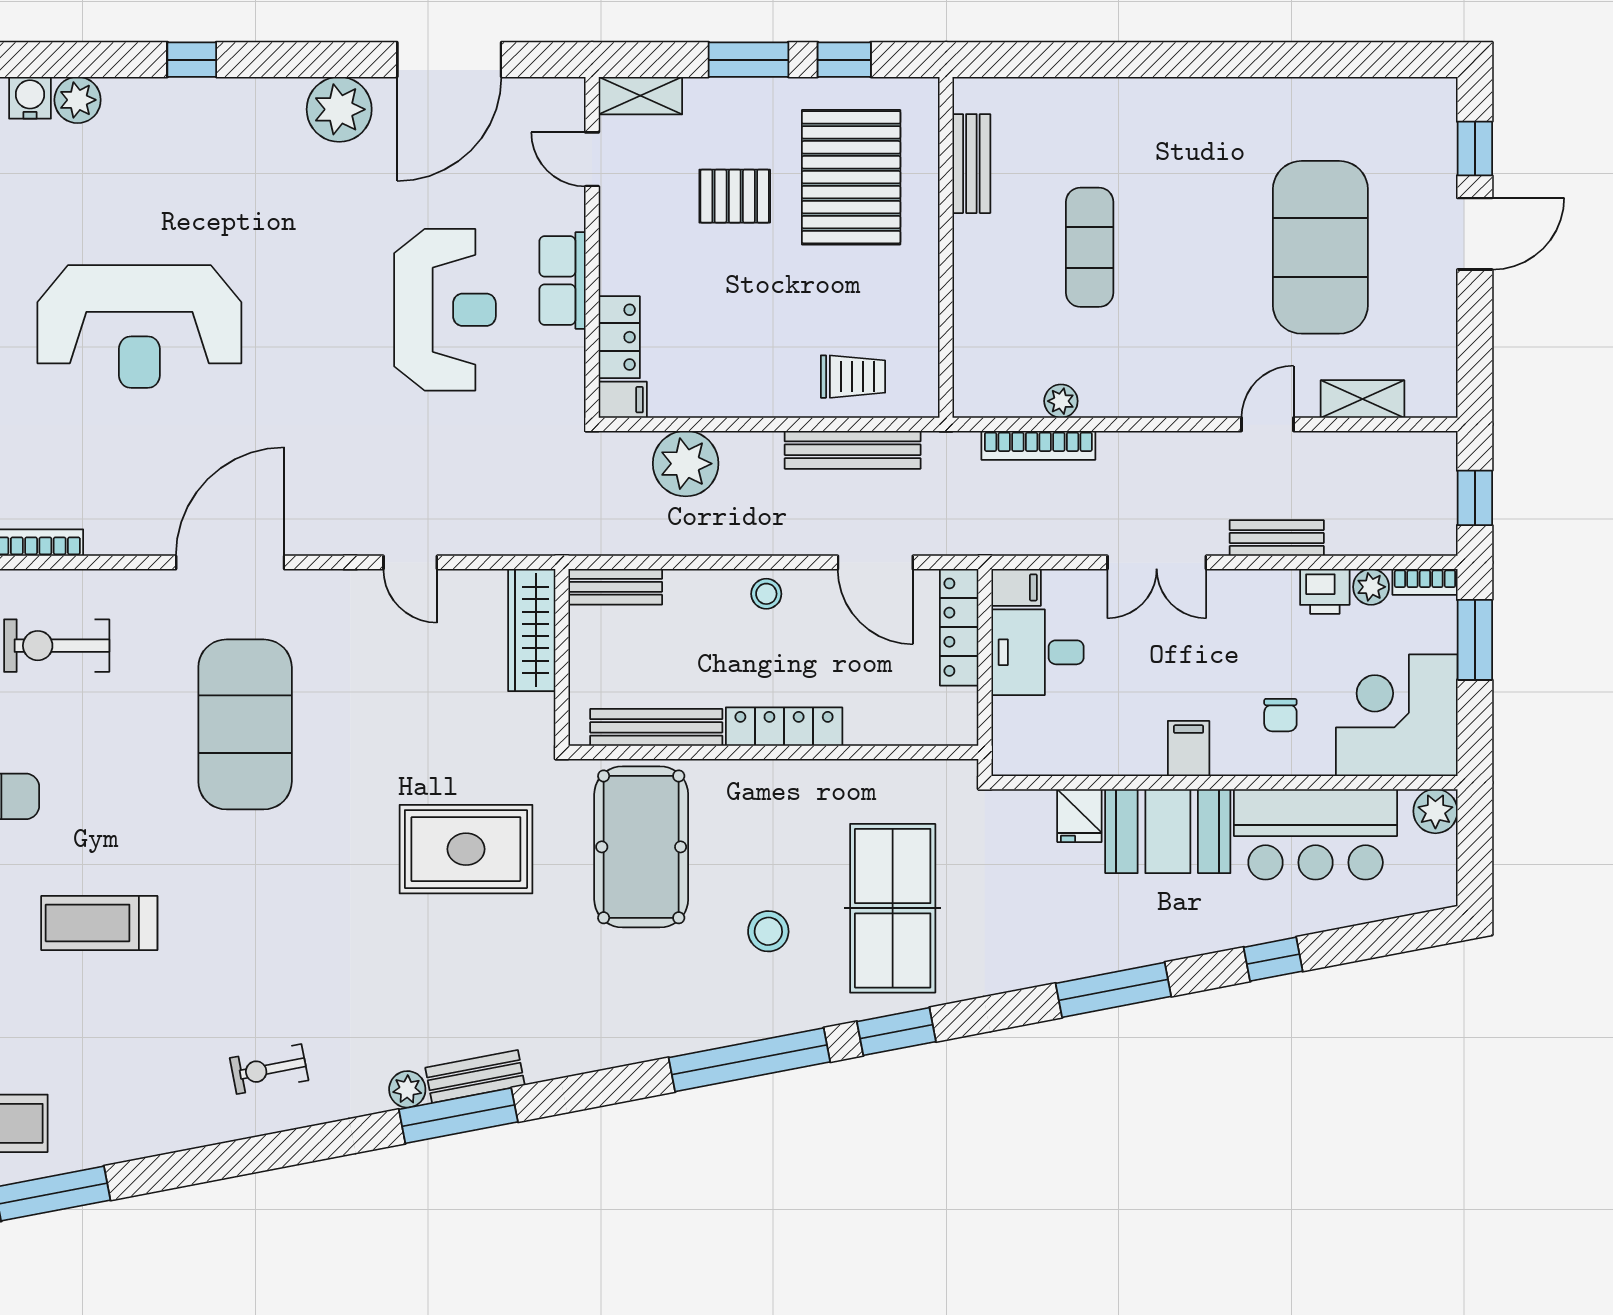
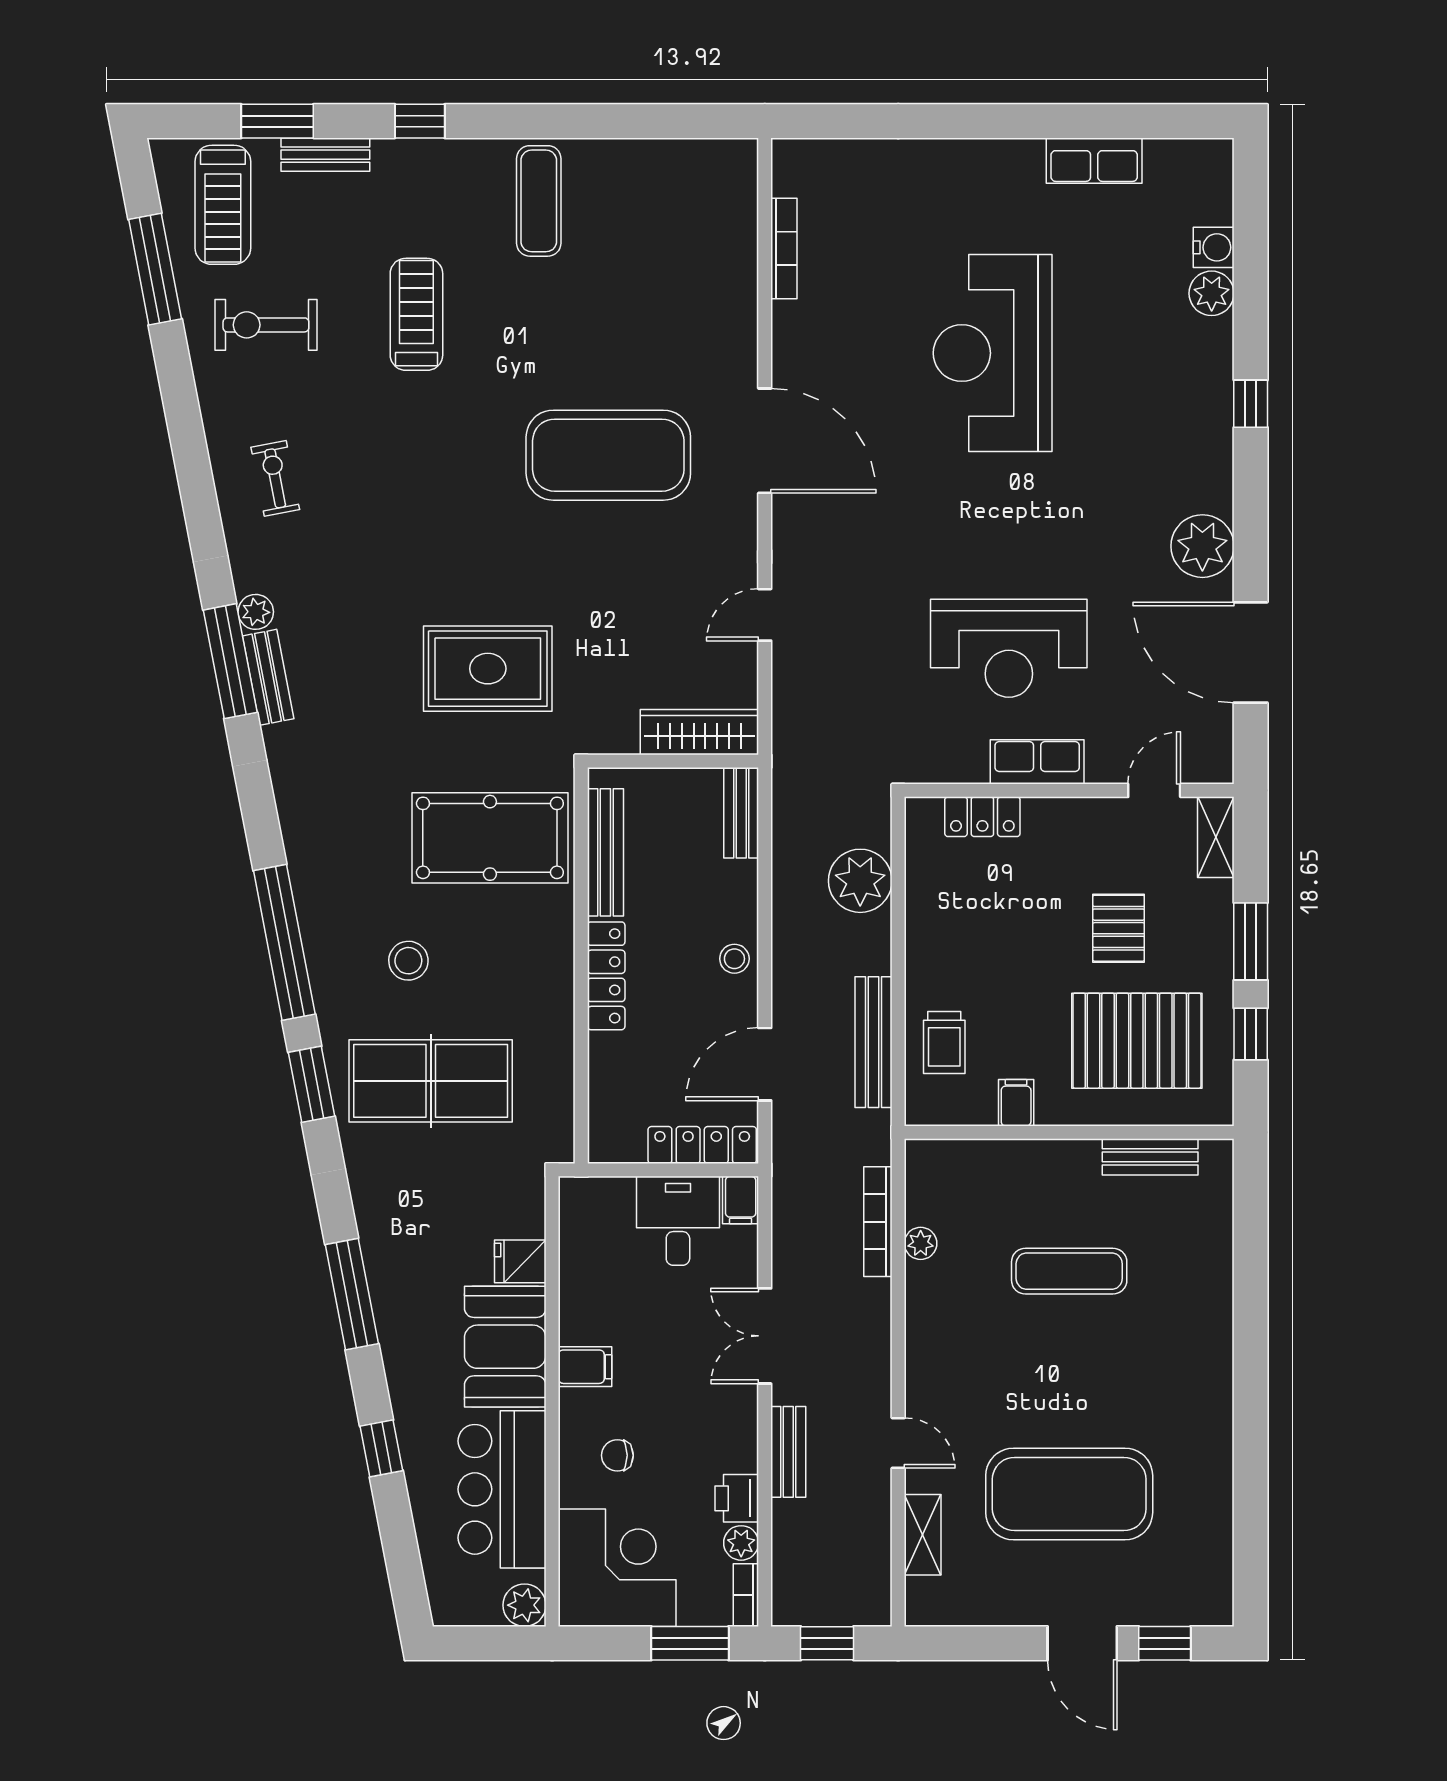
filing cabinet: (623, 400) -> (1016, 1103), moved, turned 180
exercise bike: (57, 646) -> (266, 325), moved, turned -90
rug: (466, 849) -> (488, 669), turned 90

